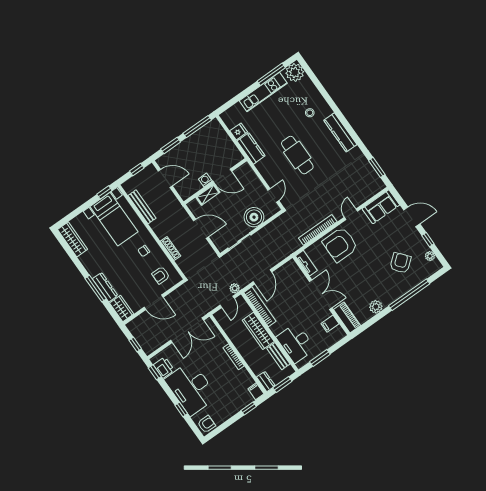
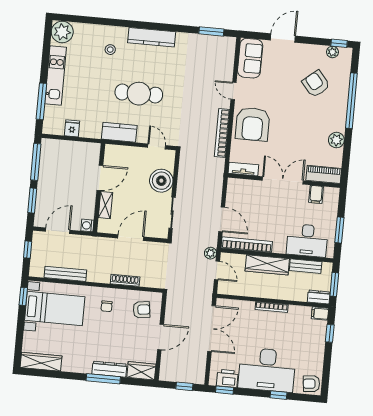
window: (271, 74) -> (41, 101), moved
kitchen counter: (251, 148) -> (119, 132), moved
washing machine: (205, 180) -> (87, 225), moved
window: (428, 240) -> (339, 43), moved
armchair: (161, 275) -> (141, 310), turned -98
armchair: (206, 424) -> (311, 384), turned -96

